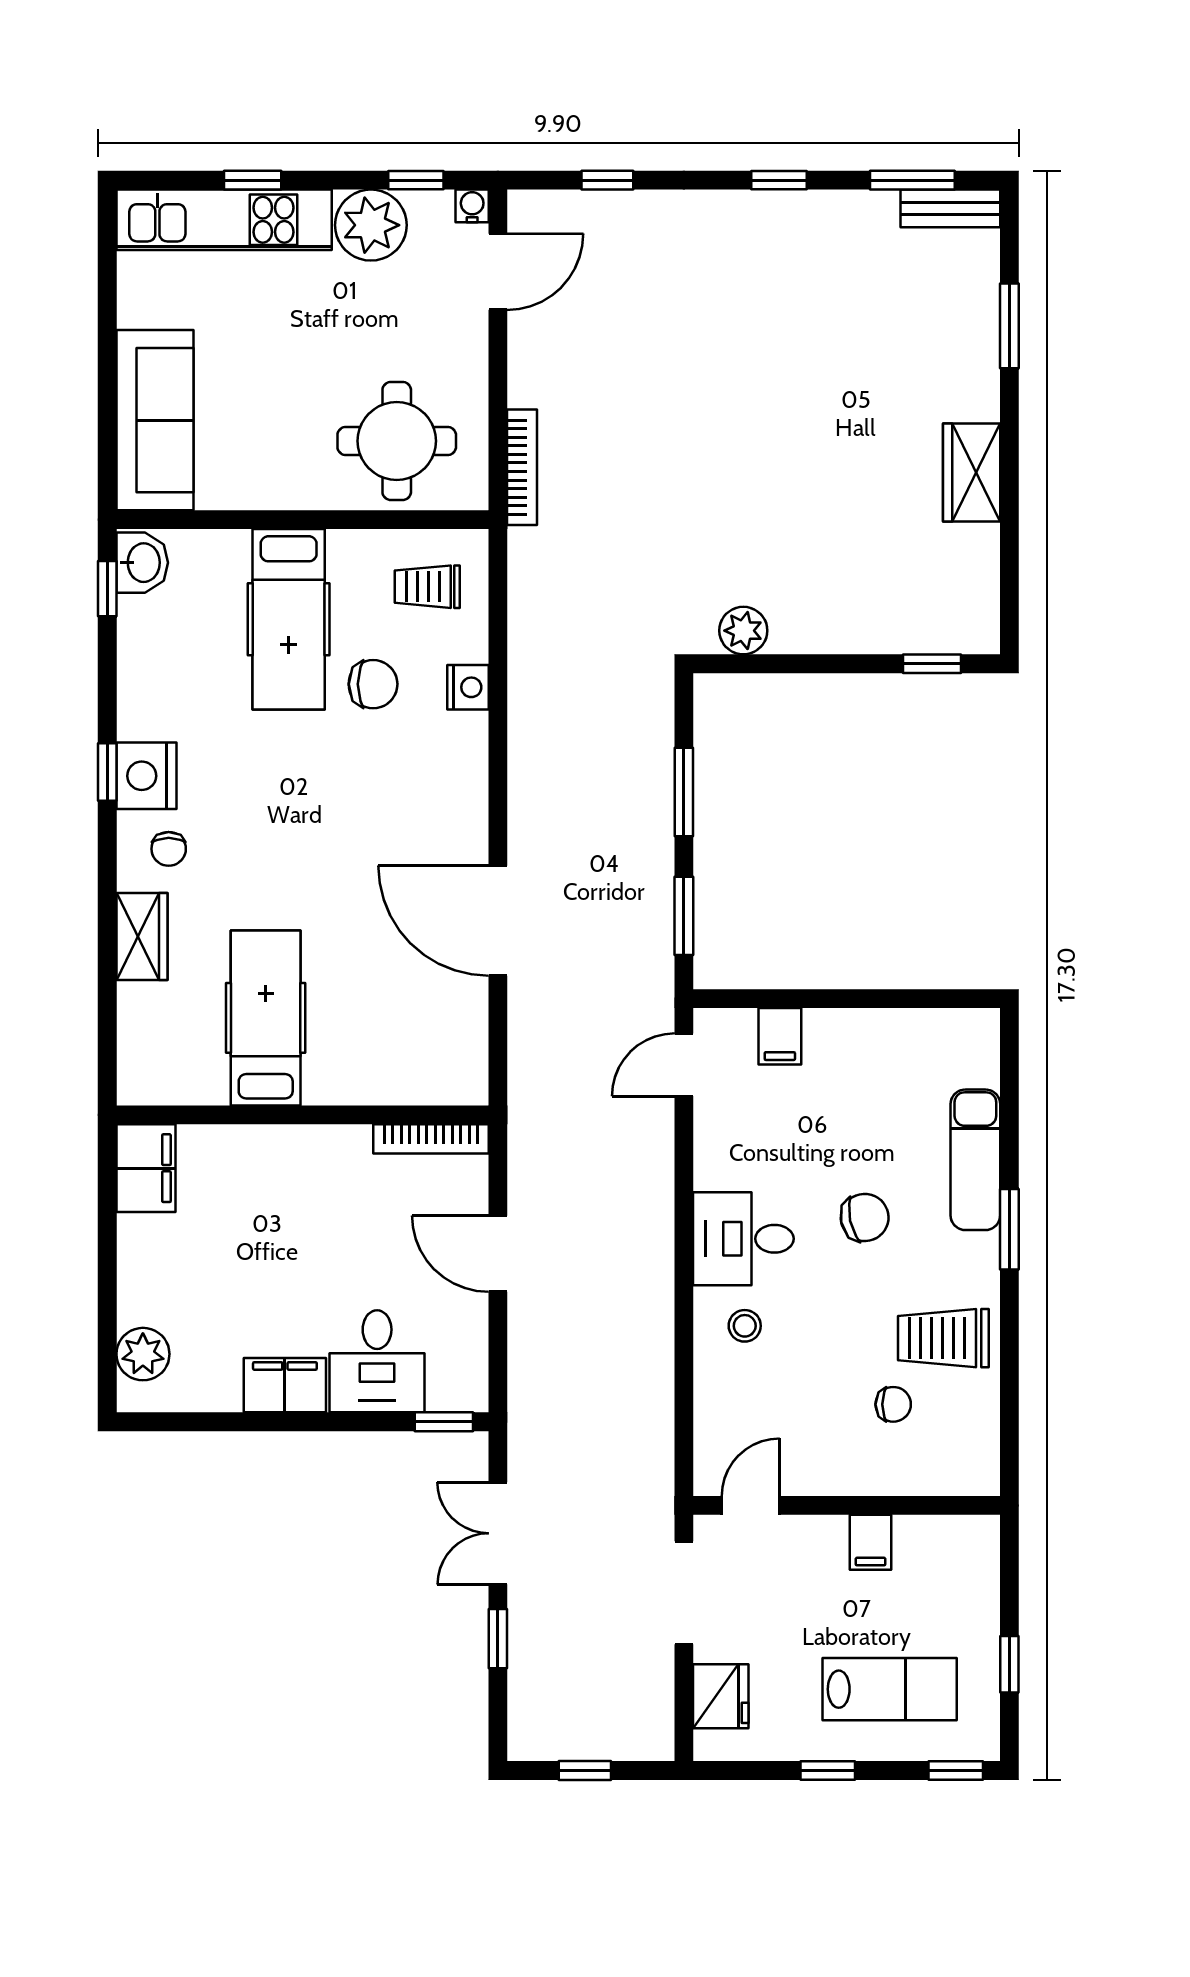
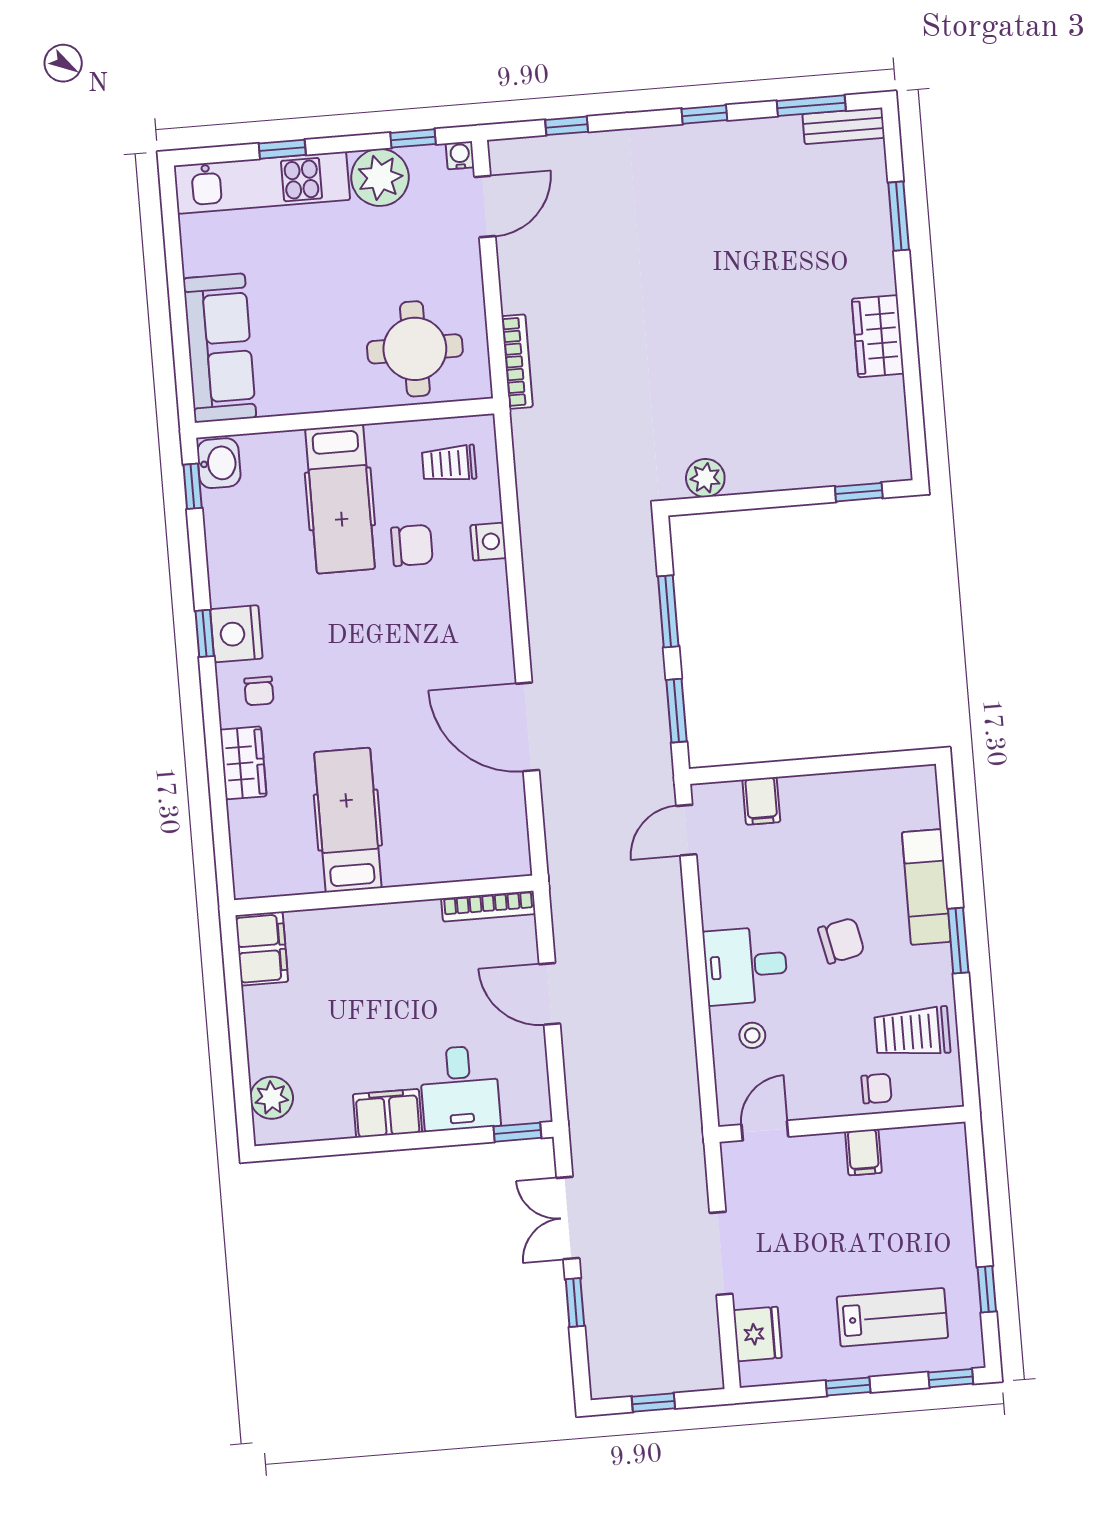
door: (751, 1505) -> (765, 1131), moved
wall: (847, 1505) -> (842, 1124), moved
filing cabinet: (871, 1542) -> (863, 1152), moved

